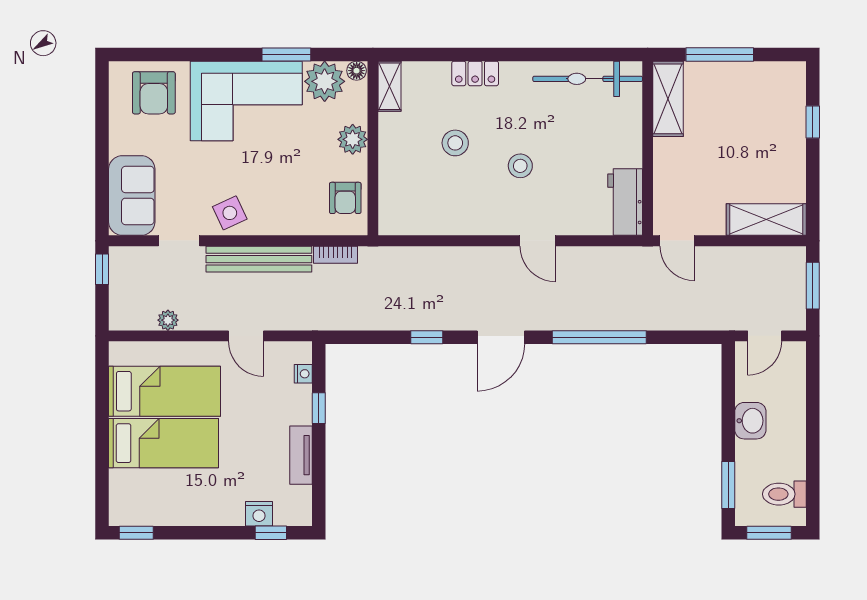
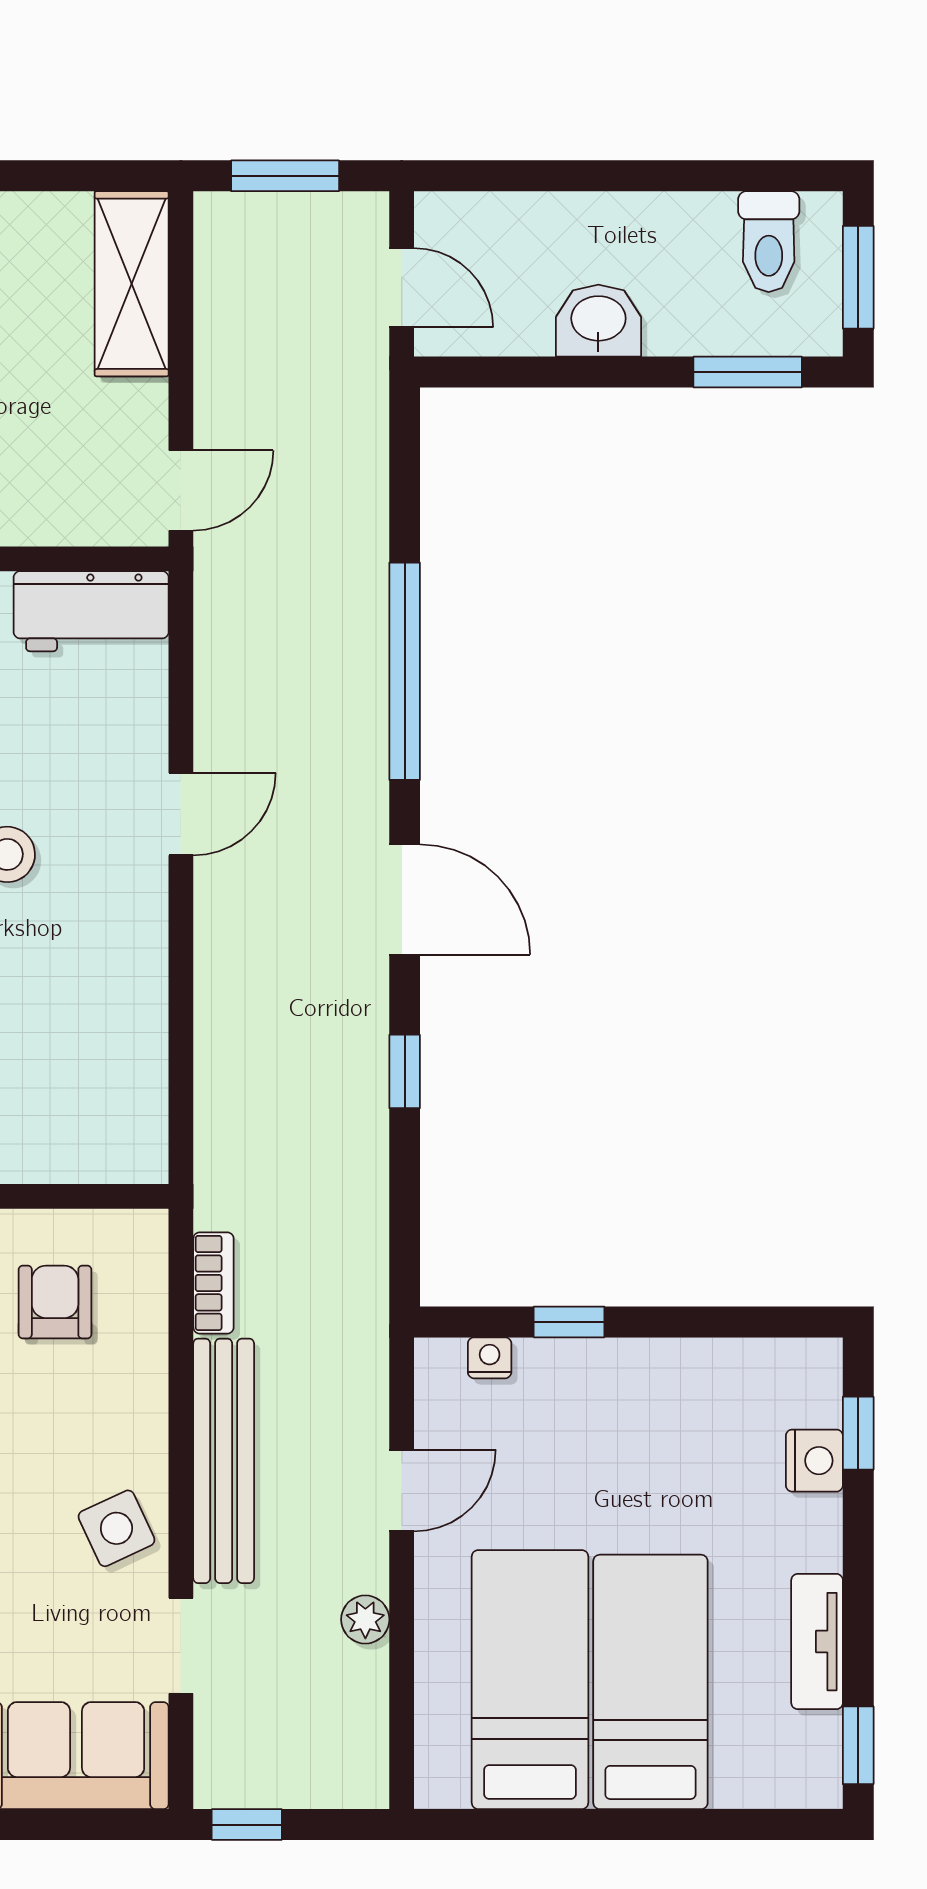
armchair: (345, 198) -> (55, 1302), moved, turned -90
plant: (168, 320) -> (365, 1619), moved
tv unit: (301, 455) -> (817, 1642), moved, turned 90

